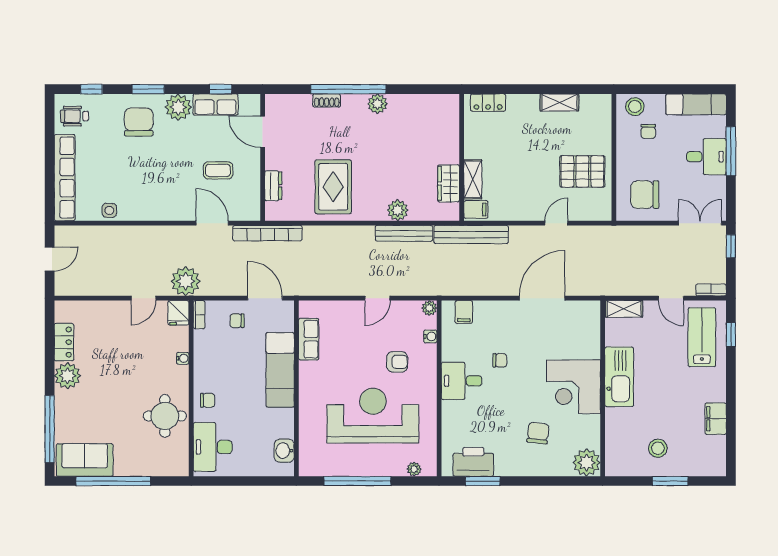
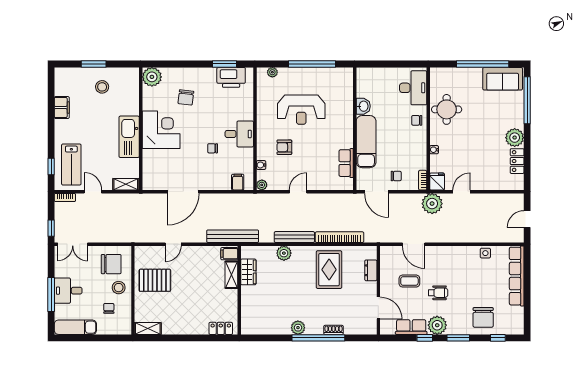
window: (221, 89) -> (425, 338), moved
shelving: (559, 102) -> (148, 329), moved
stool: (635, 107) -> (119, 288), moved
wheelchair: (75, 116) -> (438, 293), moved
chair: (139, 122) -> (483, 317), moved
bookcase: (267, 233) -> (339, 237), moved
bench: (404, 233) -> (294, 237), moved
reception desk: (373, 416) -> (301, 110), width x0.74, depth x0.77
washbasin: (284, 451) -> (363, 106), moved

